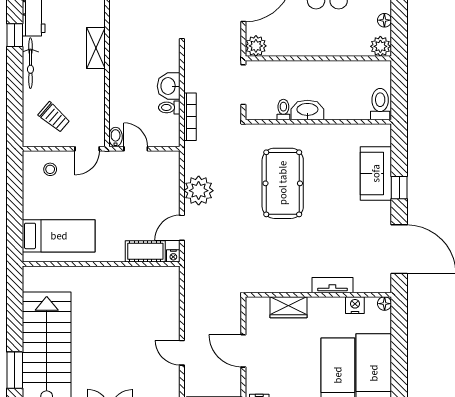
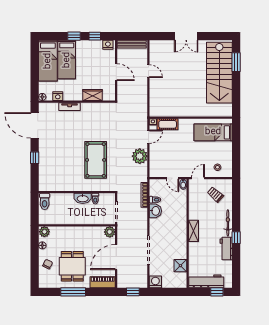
sofa: (376, 173) -> (47, 165), removed

